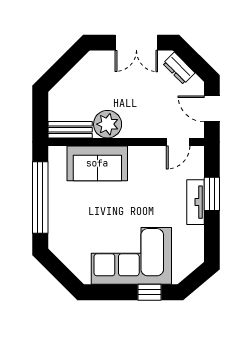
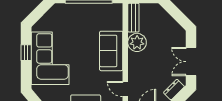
sofa: (97, 163) -> (111, 51), moved
window: (149, 292) -> (26, 53), moved

